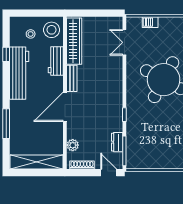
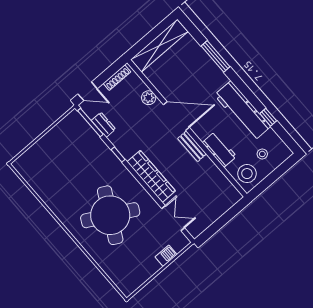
wardrobe: (74, 41) -> (151, 176), moved, turned 180
door: (65, 107) -> (176, 116), hinge flipped
plant: (73, 145) -> (149, 98), moved

